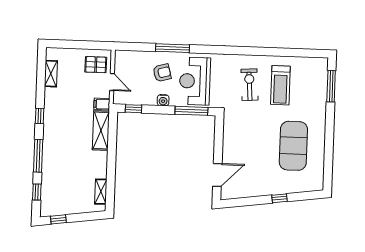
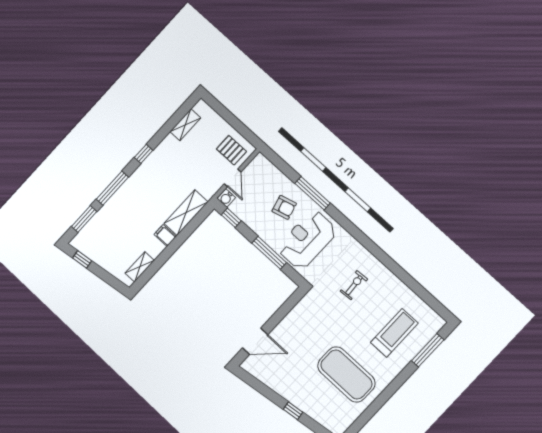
exercise bike: (250, 85) -> (354, 285), width x0.73, depth x0.72
treadmill: (280, 85) -> (394, 333), moved, turned 180
water cooler: (163, 100) -> (226, 198), moved
filing cabinet: (102, 104) -> (165, 235), moved
window: (191, 111) -> (269, 253), moved
exercise mat: (293, 146) -> (346, 374), turned 90
window: (37, 192) -> (84, 219), width x1.50

